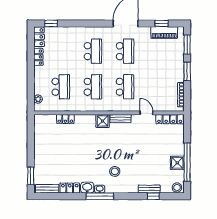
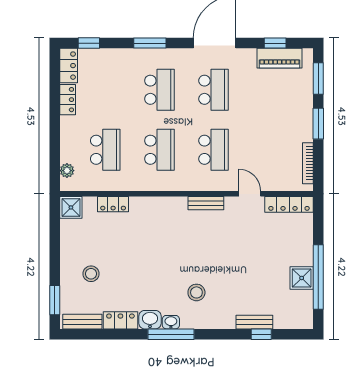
window: (87, 23) -> (150, 43), added
shower: (103, 121) -> (71, 207), moved
stool: (177, 188) -> (91, 274), moved

